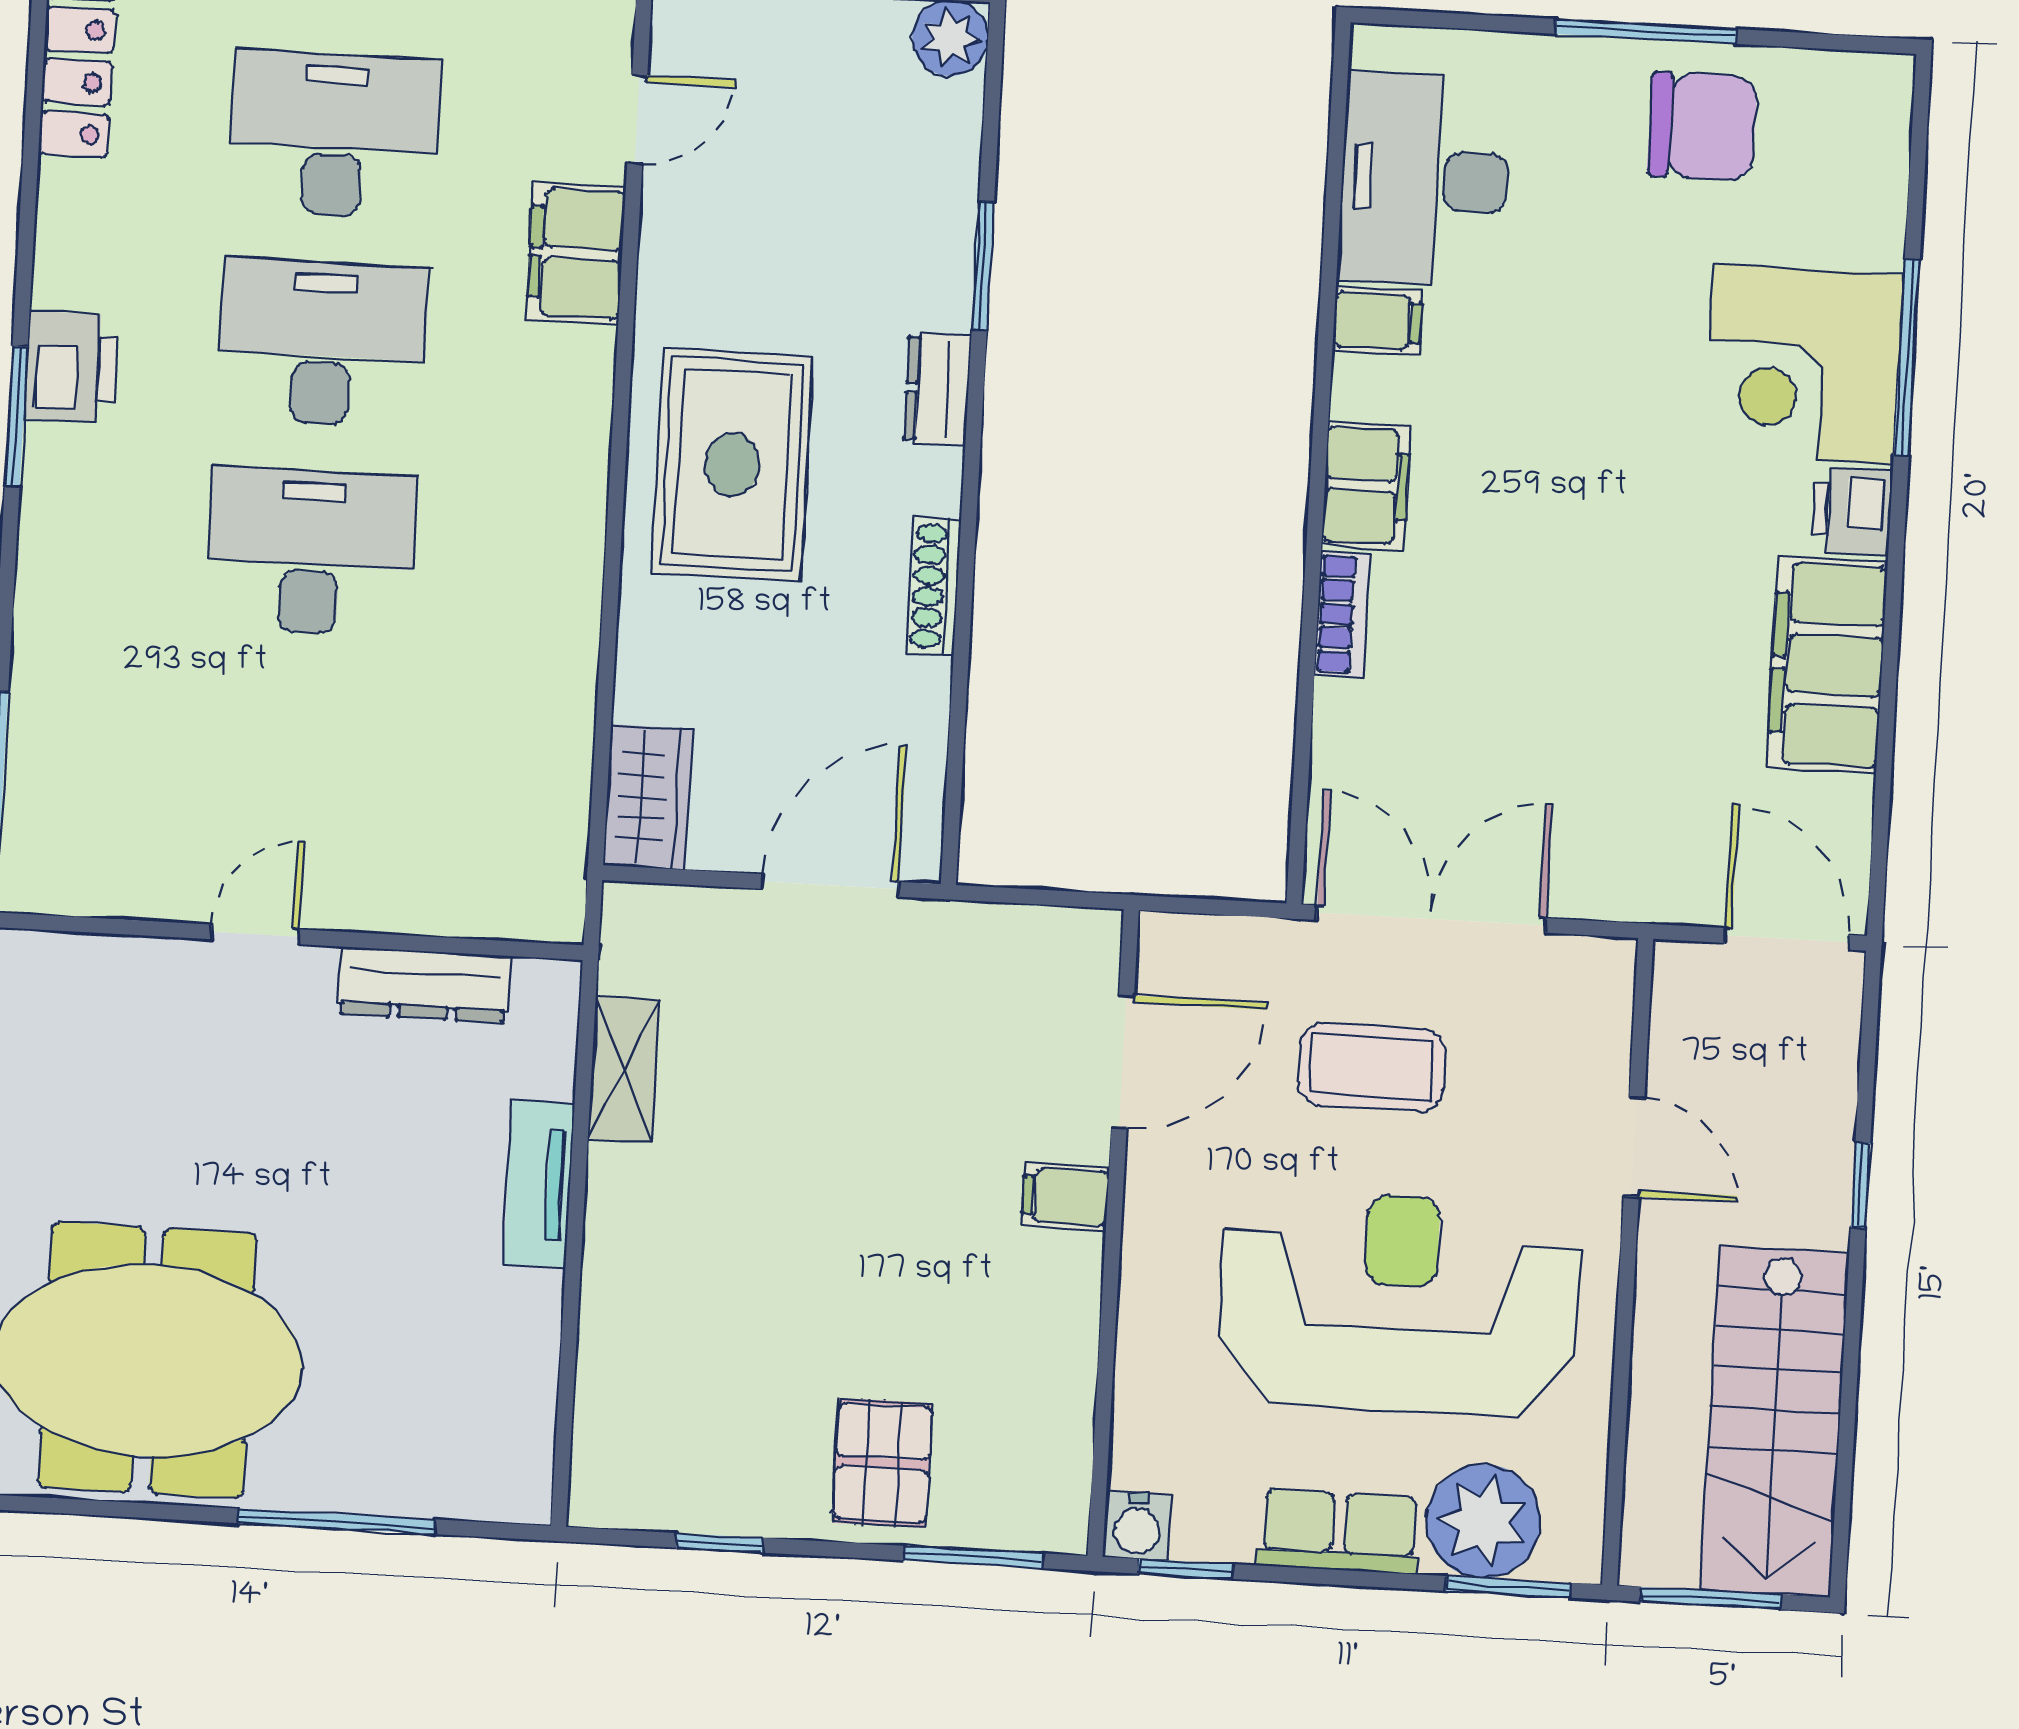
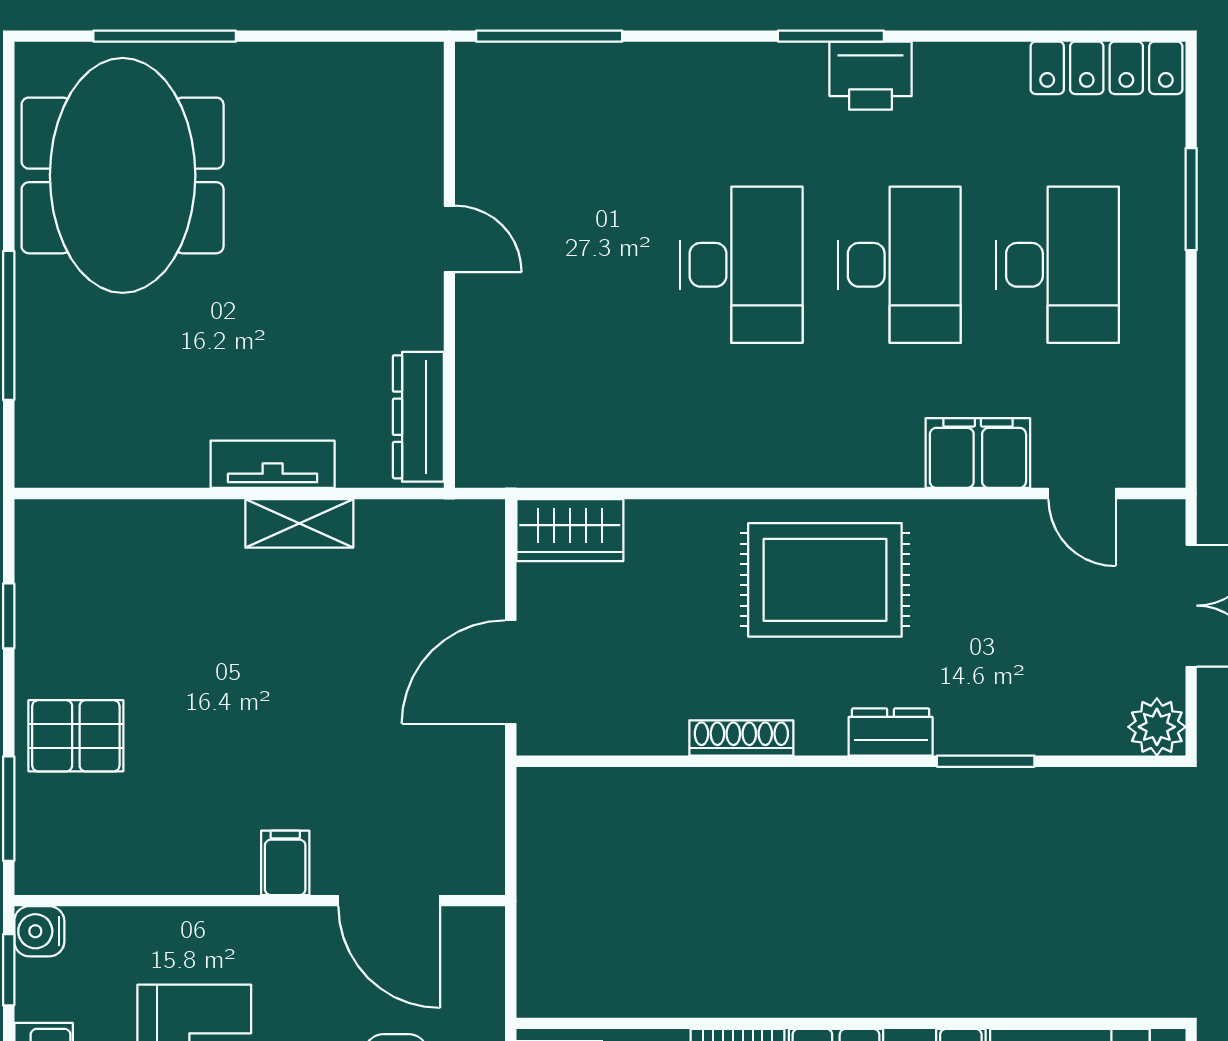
door: (830, 885) -> (511, 672), swing flipped
dresser: (424, 985) -> (418, 417), moved
shelving: (624, 1070) -> (299, 523), moved

